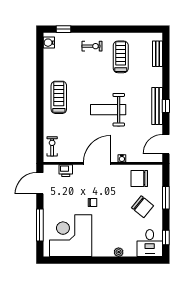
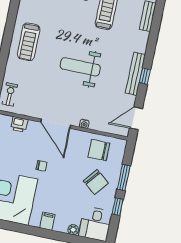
treadmill: (59, 97) -> (29, 42), turned 180
door: (97, 163) -> (56, 124), swing flipped
window: (166, 238) -> (118, 207), moved
filing cabinet: (108, 249) -> (47, 221), added
plant: (119, 252) -> (73, 230), moved

